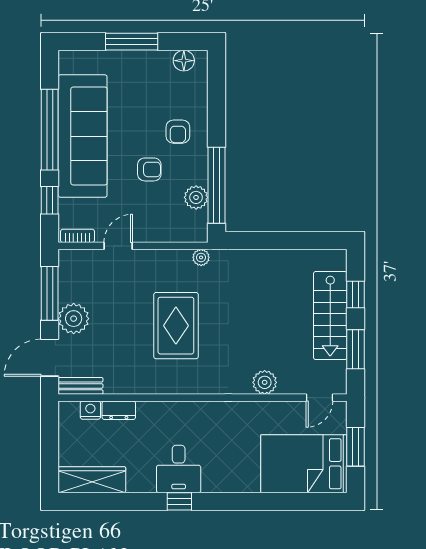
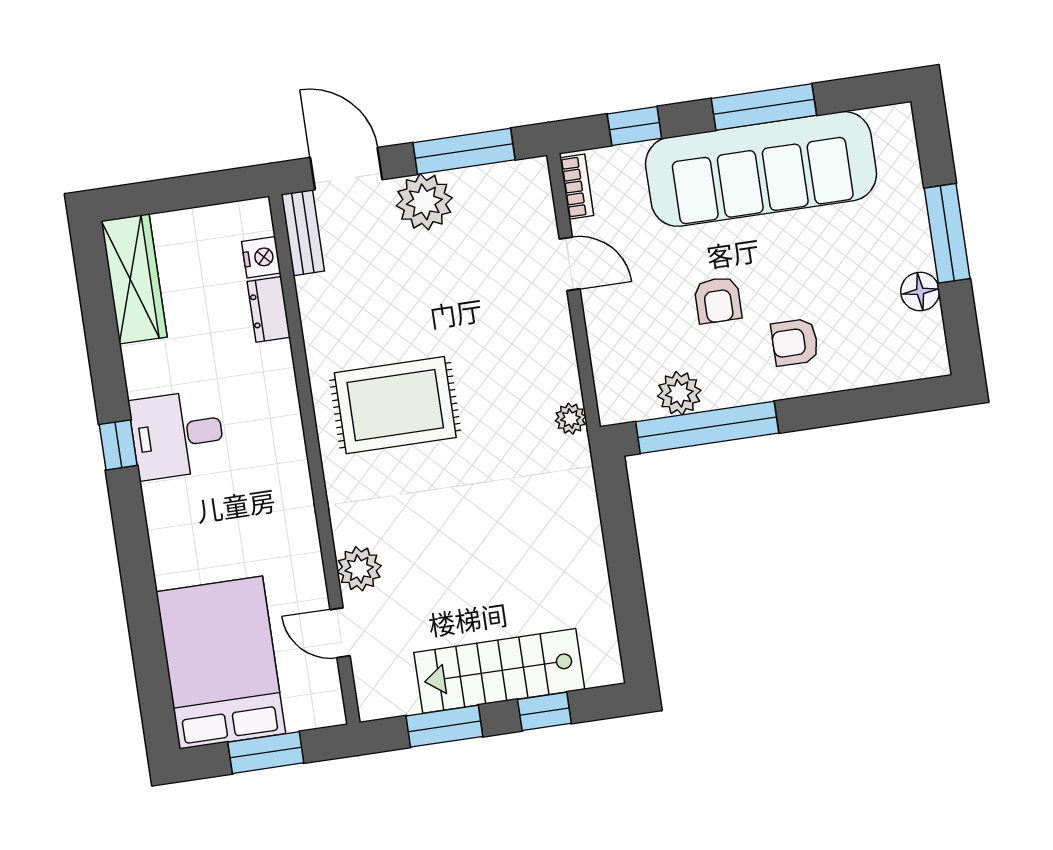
floor lamp: (184, 61) -> (920, 291), moved
window: (50, 130) -> (764, 107), width x0.68
rug: (176, 326) -> (395, 405), moved
door: (319, 398) -> (340, 633), moved

